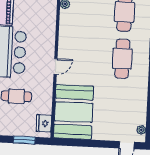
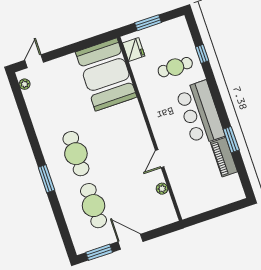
door: (56, 67) -> (160, 159), moved

